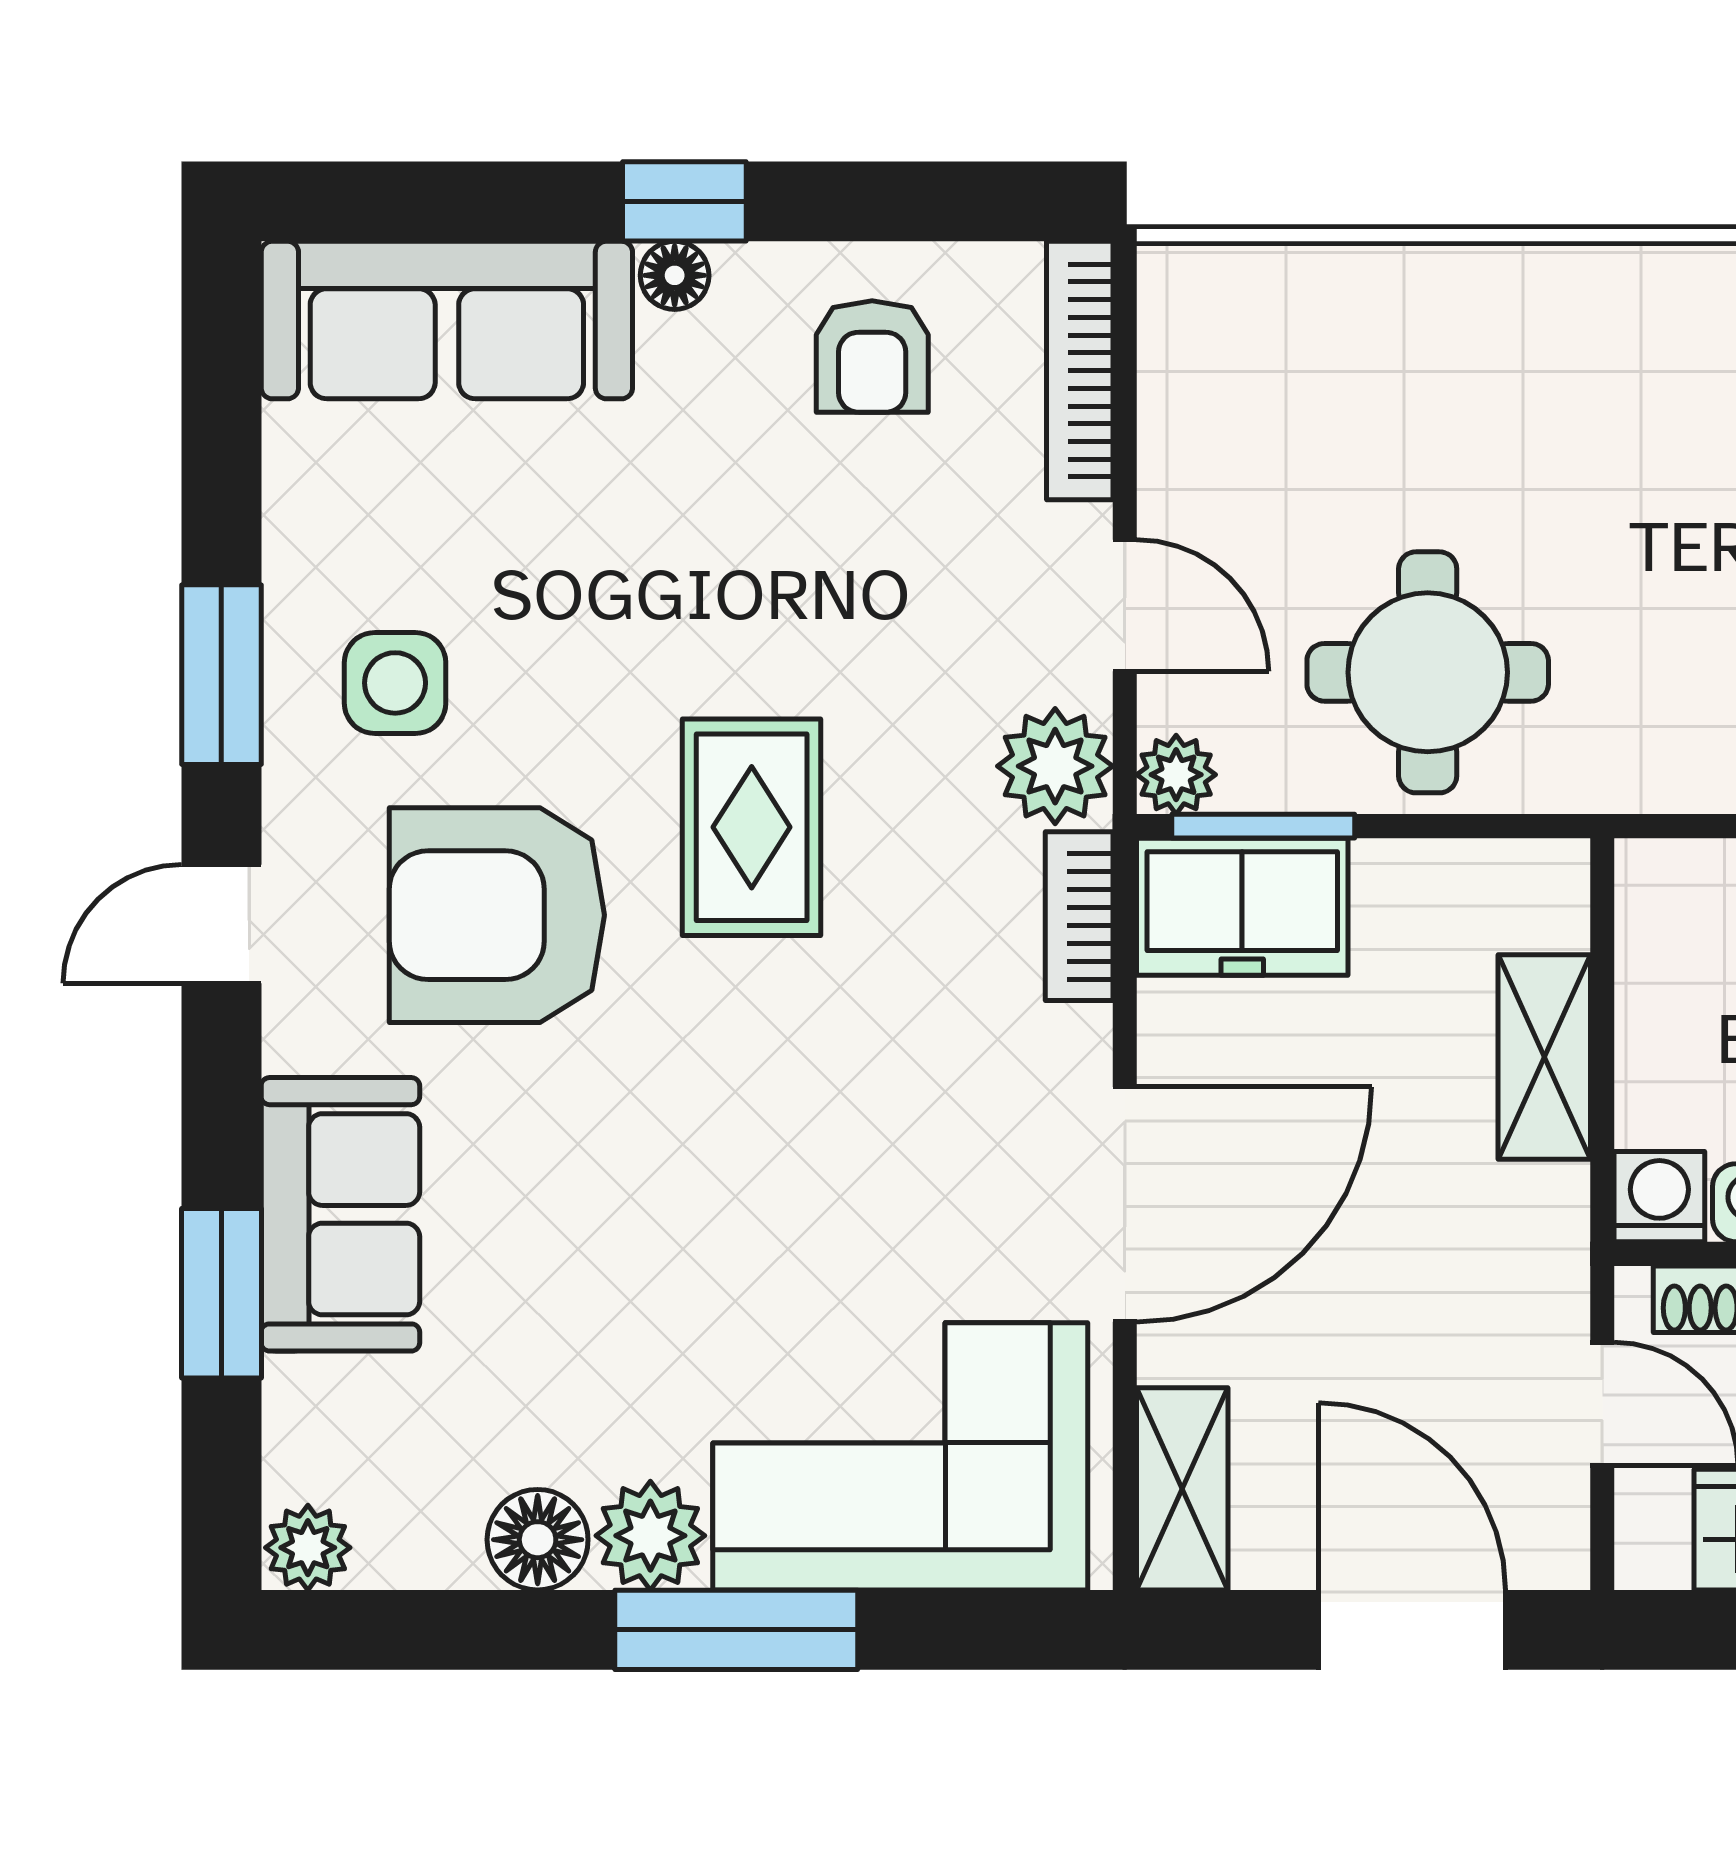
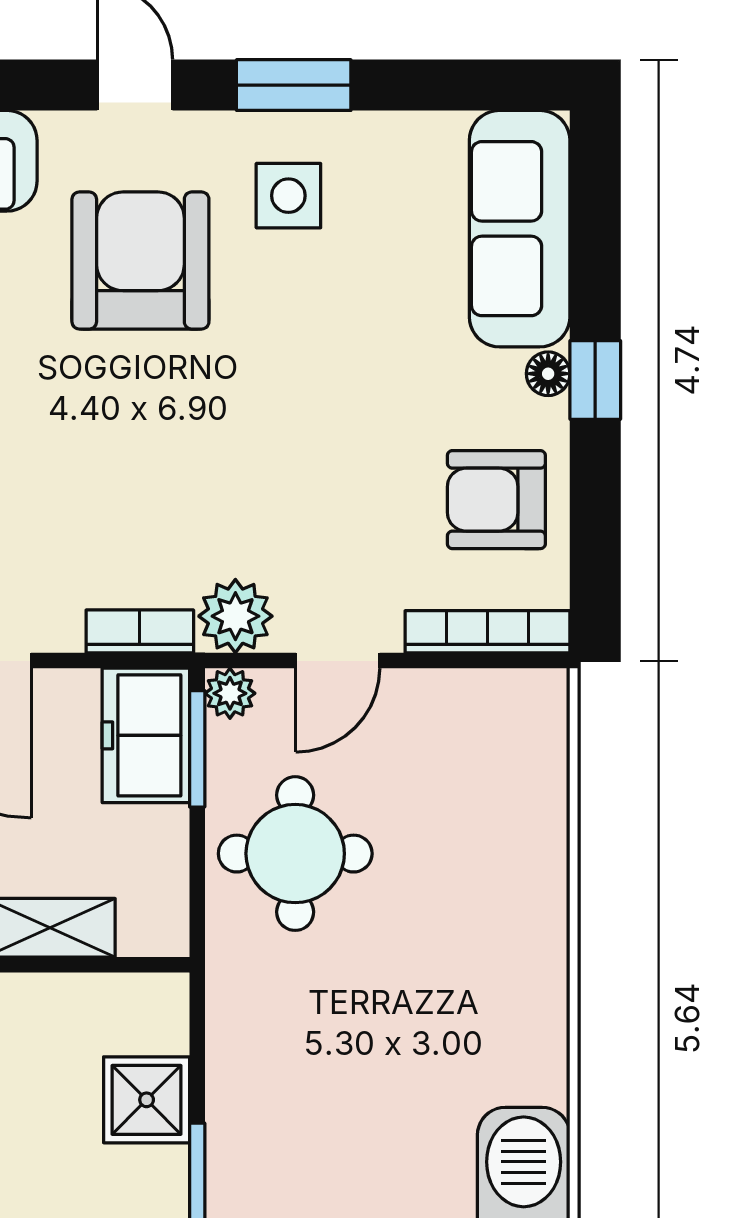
armchair: (872, 357) -> (496, 500), width x1.38, depth x1.38
rug: (752, 827) -> (196, 423), removed

